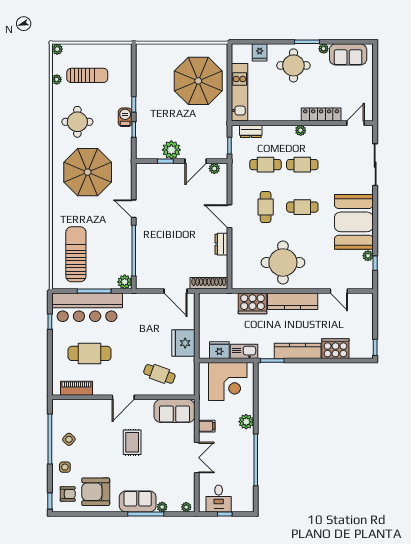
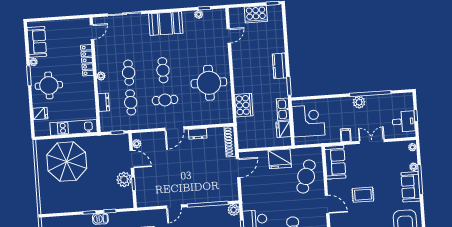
door: (355, 123) -> (92, 32), swing flipped
dresser: (251, 131) -> (104, 102), moved
booth: (354, 222) -> (166, 23), width x0.73, depth x0.70
kitchen counter: (293, 301) -> (240, 73), removed
cooker: (335, 349) -> (256, 14), moved, turned -90
kitchen counter: (298, 351) -> (280, 66), width x0.67
cafe table: (159, 374) -> (306, 176), width x1.37, depth x1.35
plant: (246, 422) -> (359, 102), moved

